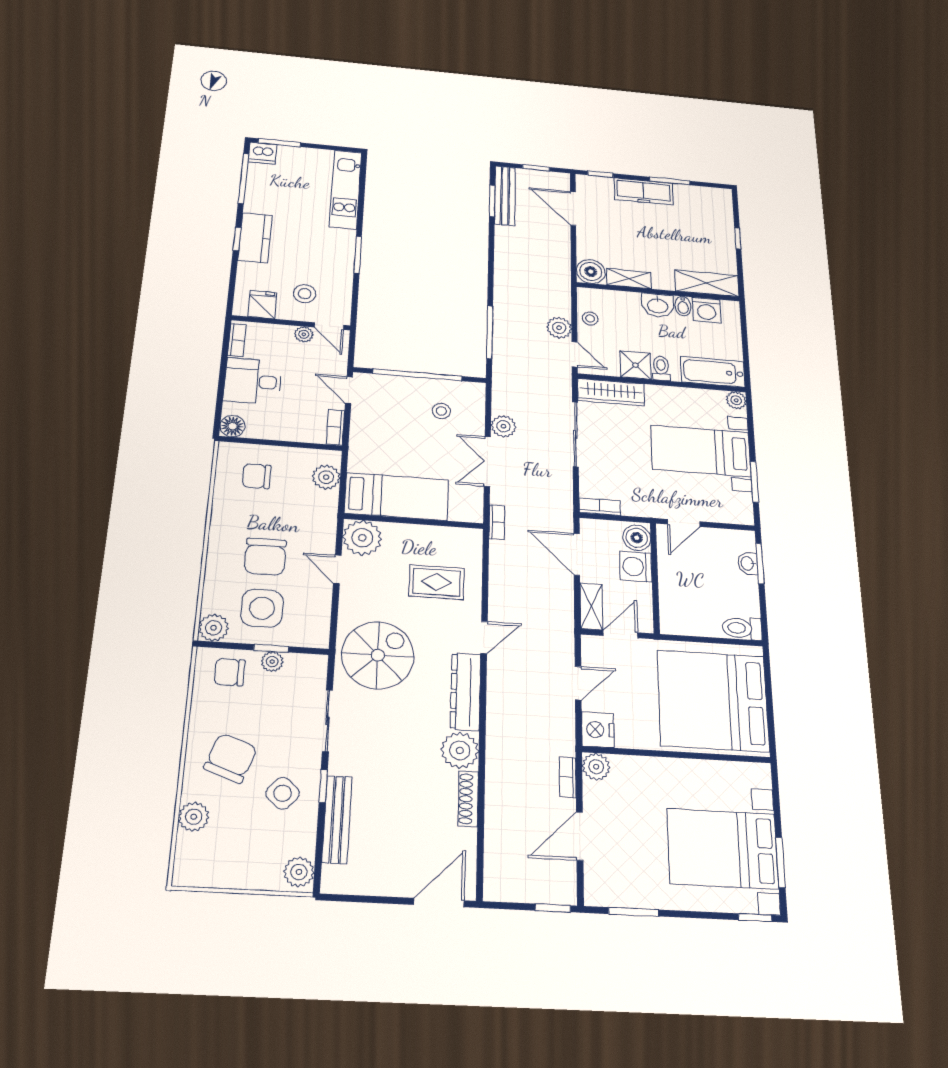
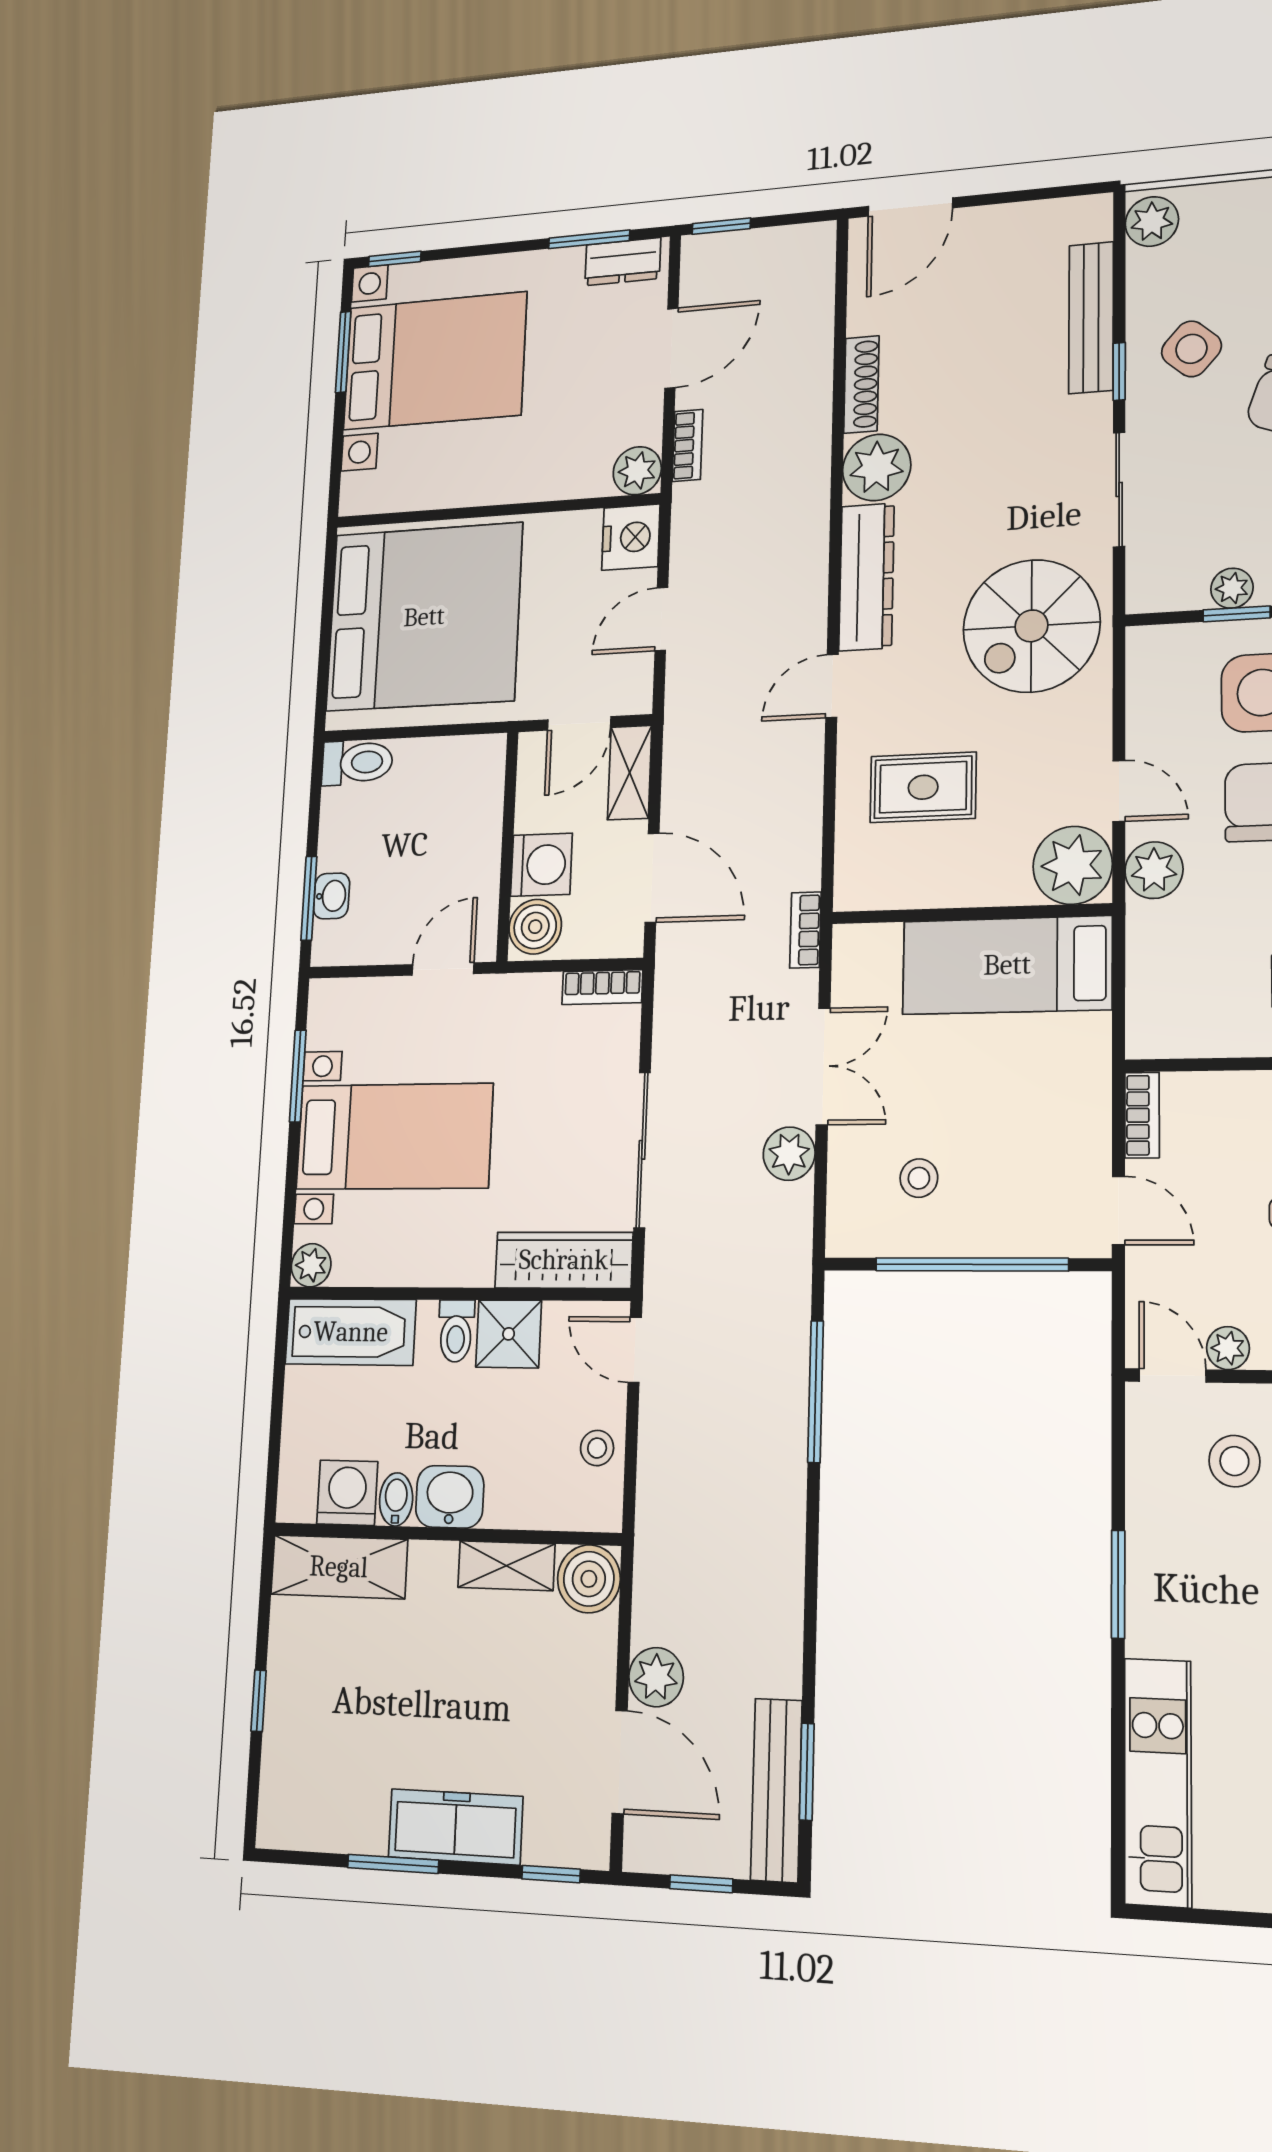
plant: (559, 328) -> (656, 1677), moved
plant: (326, 477) -> (1154, 870), moved
dresser: (612, 894) -> (623, 262), added

